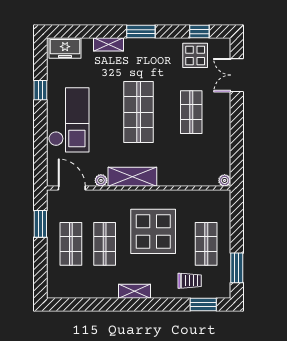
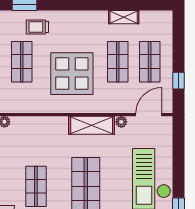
door: (72, 188) -> (149, 115), swing flipped
window: (40, 224) -> (178, 81), width x0.67
shelving: (135, 291) -> (124, 17), moved

